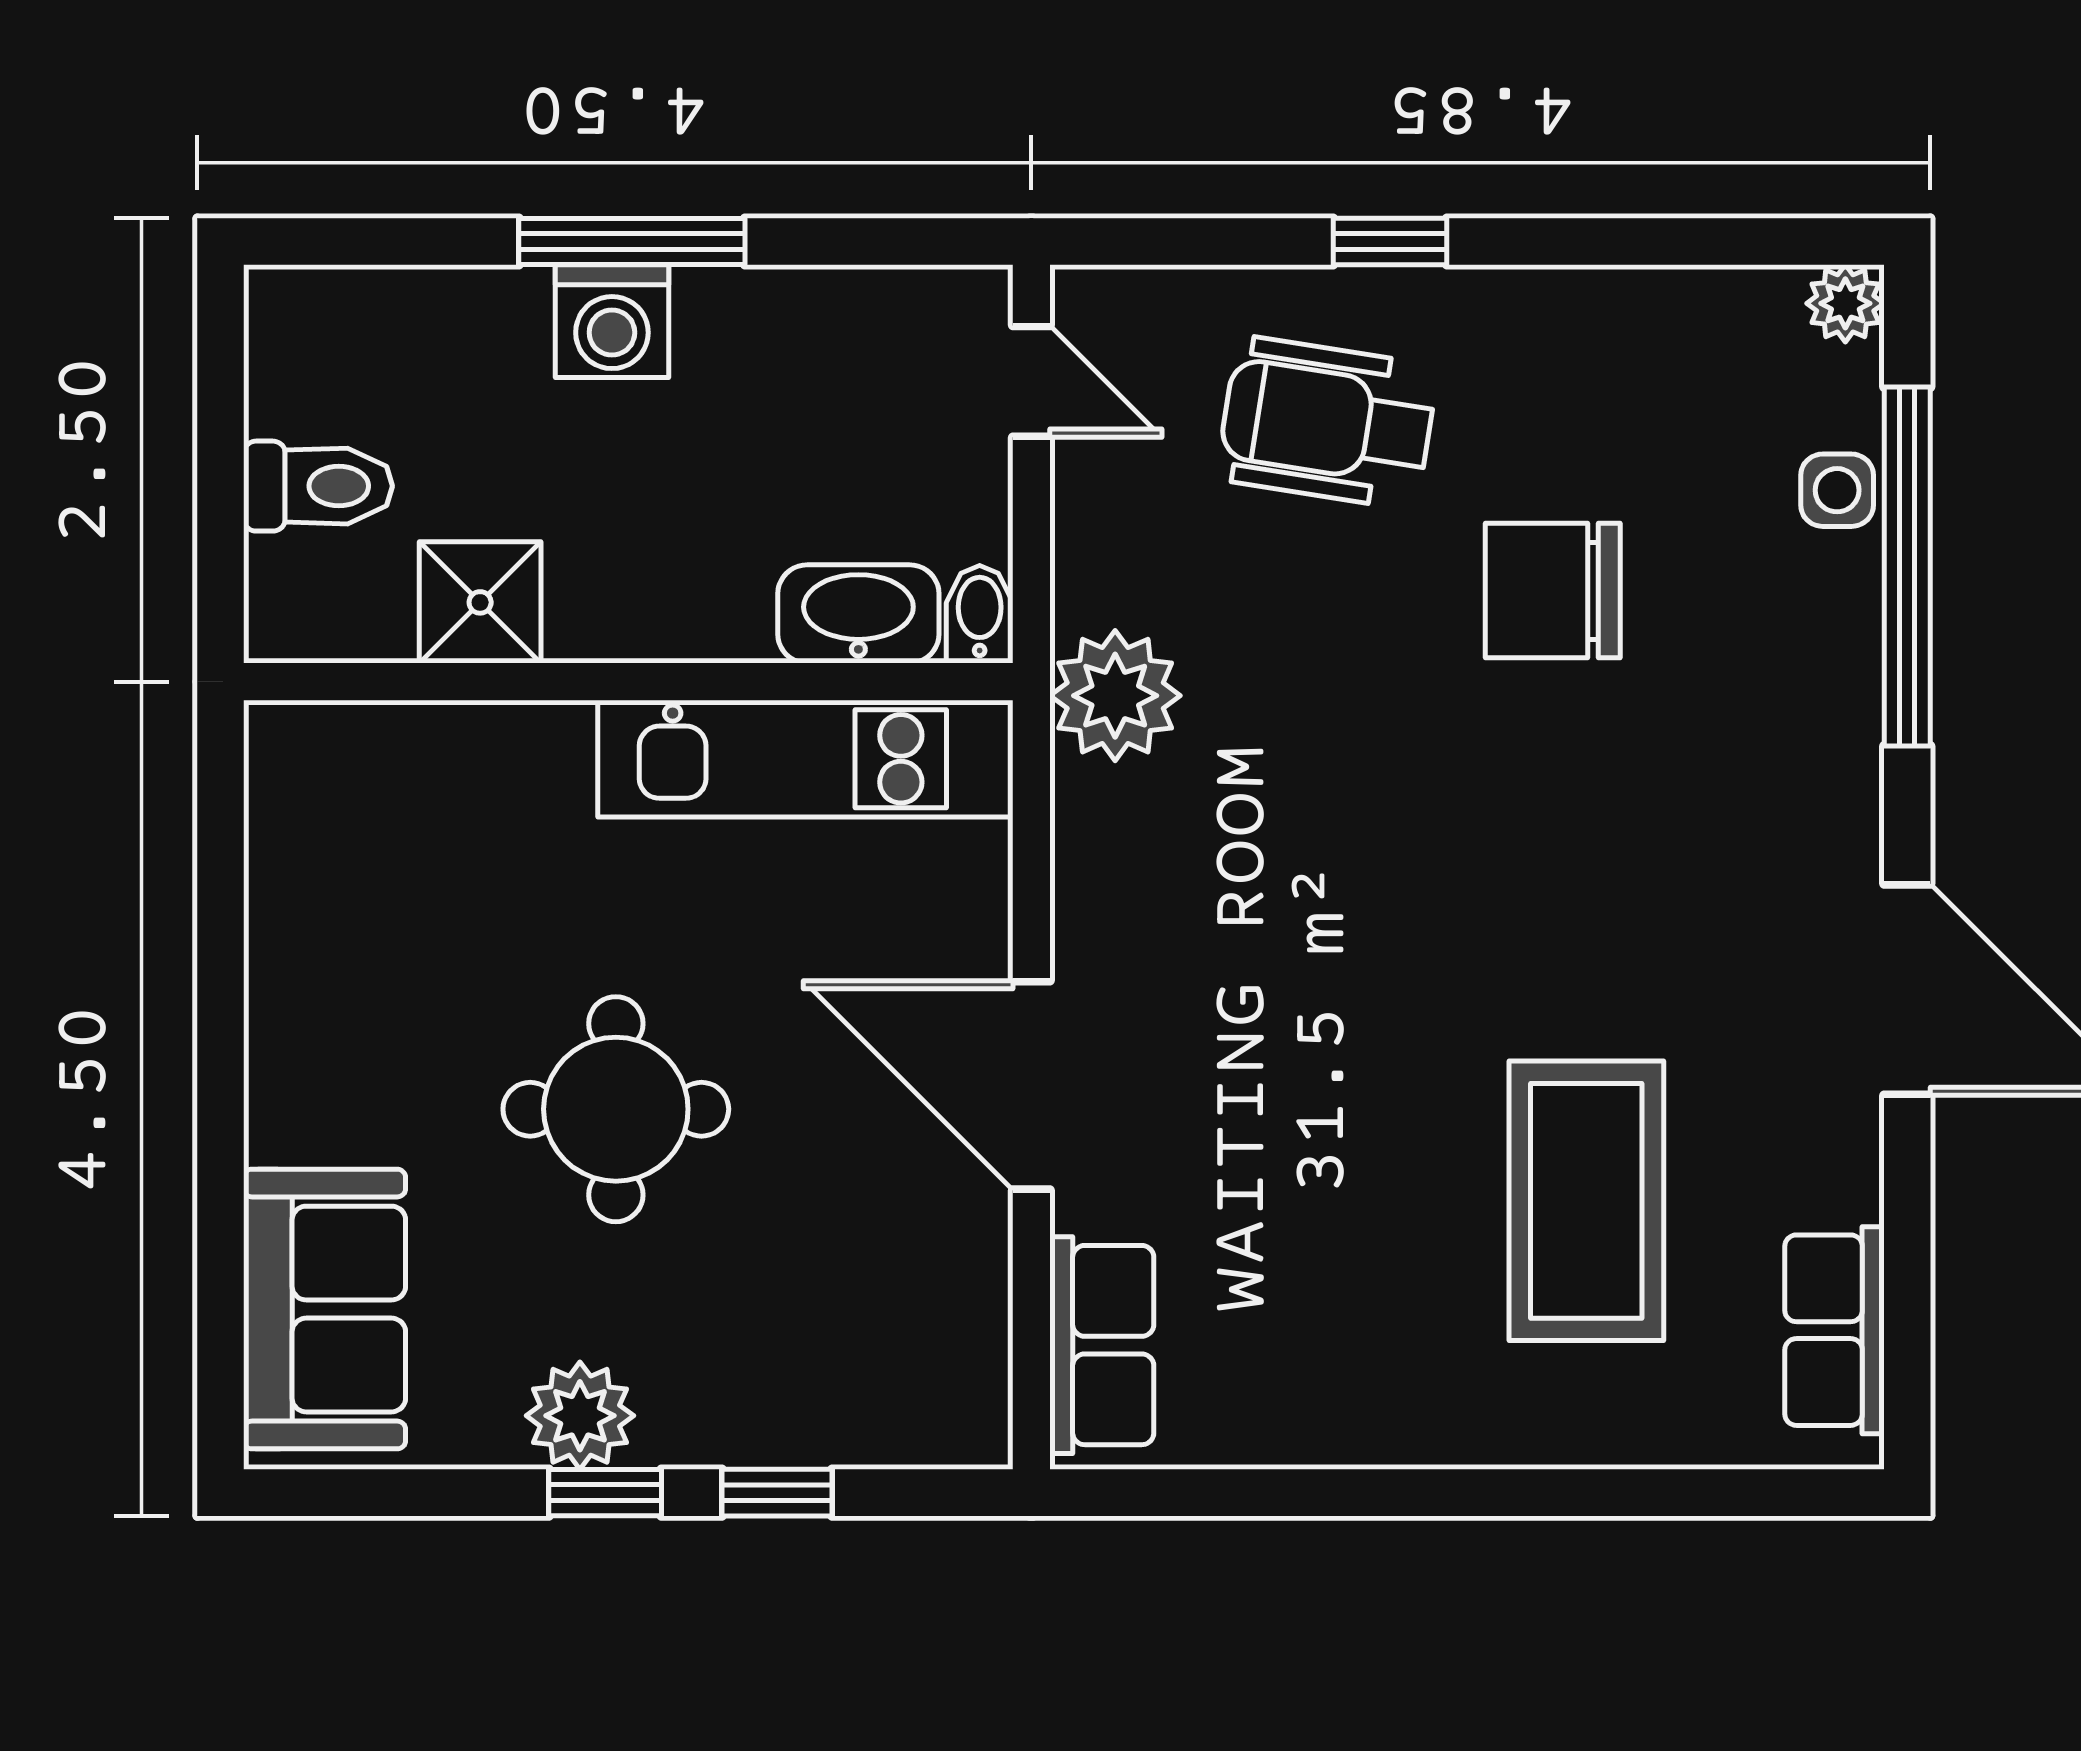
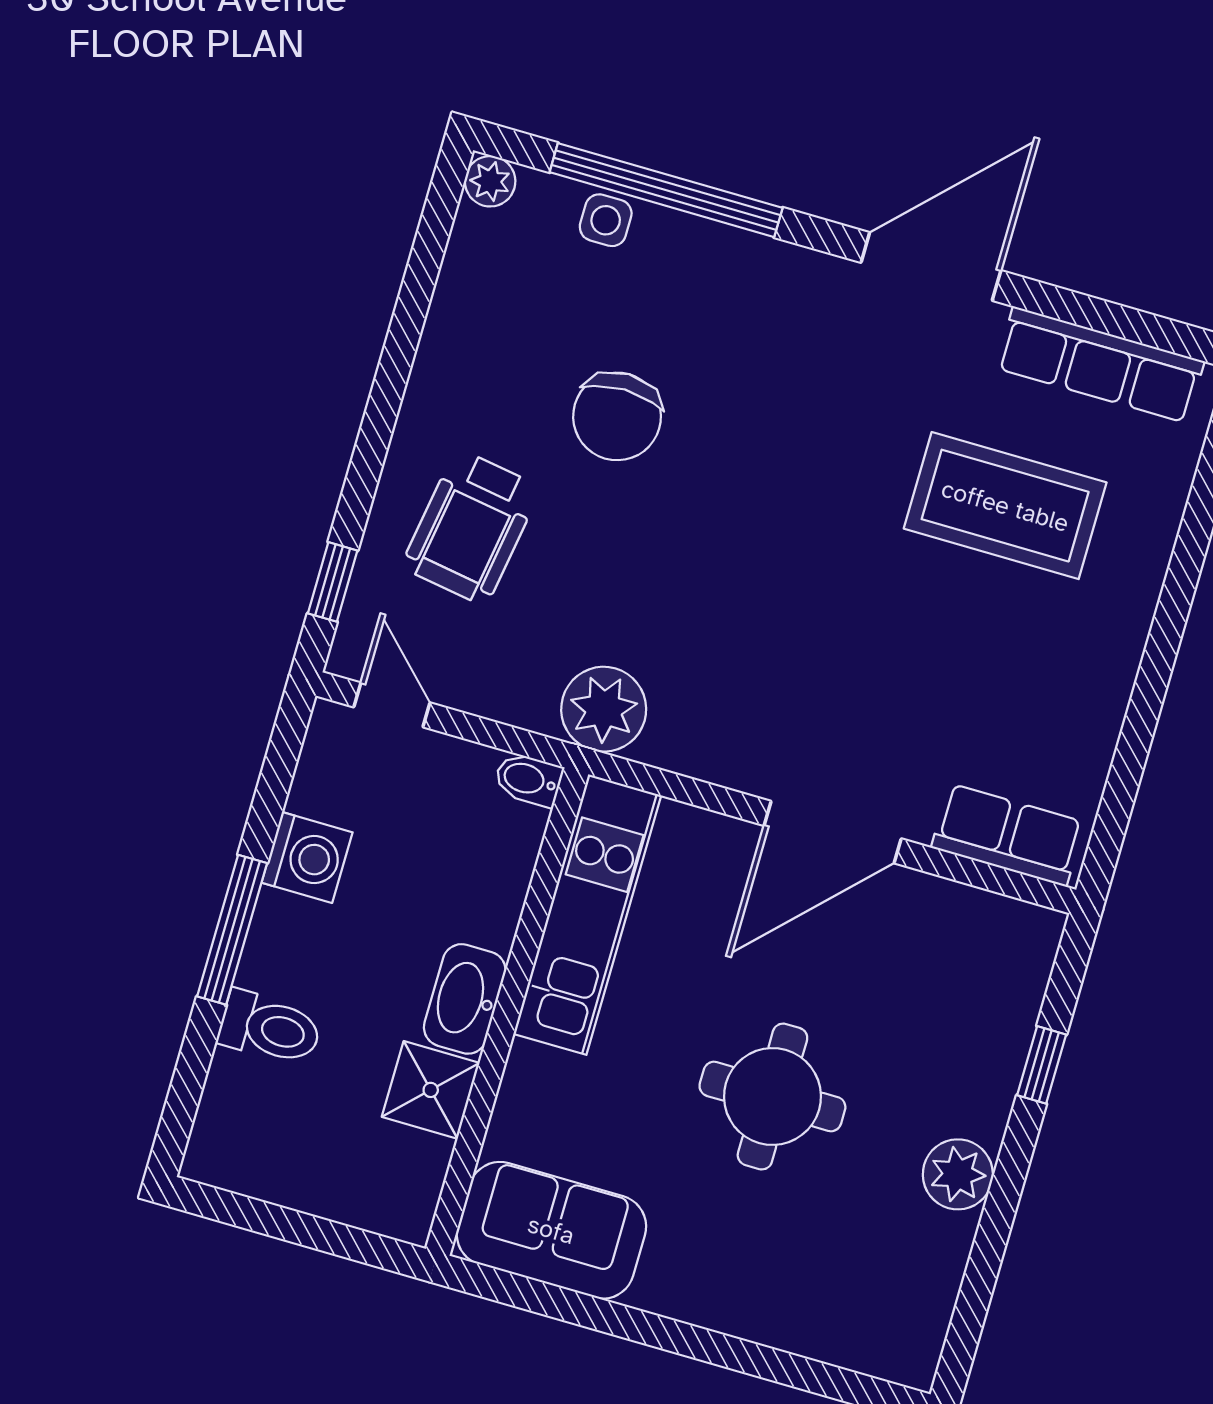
window: (1390, 241) -> (333, 582), moved
washing machine: (612, 321) -> (307, 857), moved
door: (1031, 381) -> (392, 705), hinge flipped
toilet: (318, 486) -> (270, 1028), moved, turned 90
washbasin: (858, 614) -> (465, 999), moved
sofa: (325, 1309) -> (551, 1230), moved
row of seats: (1834, 1330) -> (1100, 365), width x1.48
window: (605, 1493) -> (1011, 1173), removed

